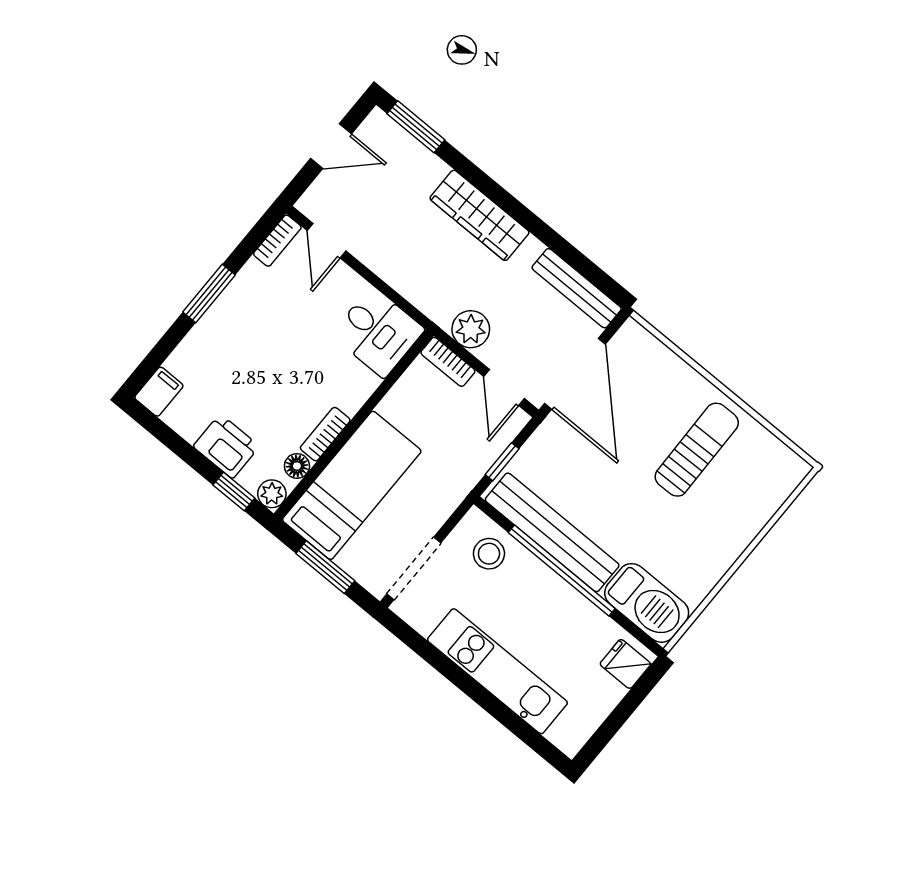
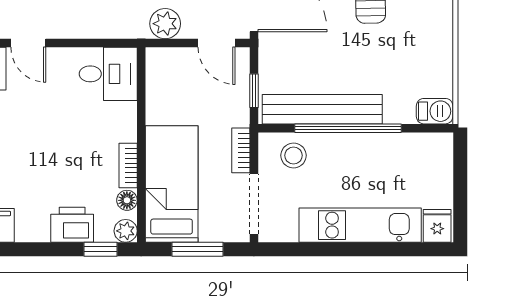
bookcase: (448, 362) -> (241, 150), moved, turned 90
barbecue: (647, 603) -> (435, 111), width x0.53, depth x0.65
fridge: (625, 664) -> (437, 226), moved, turned 90

